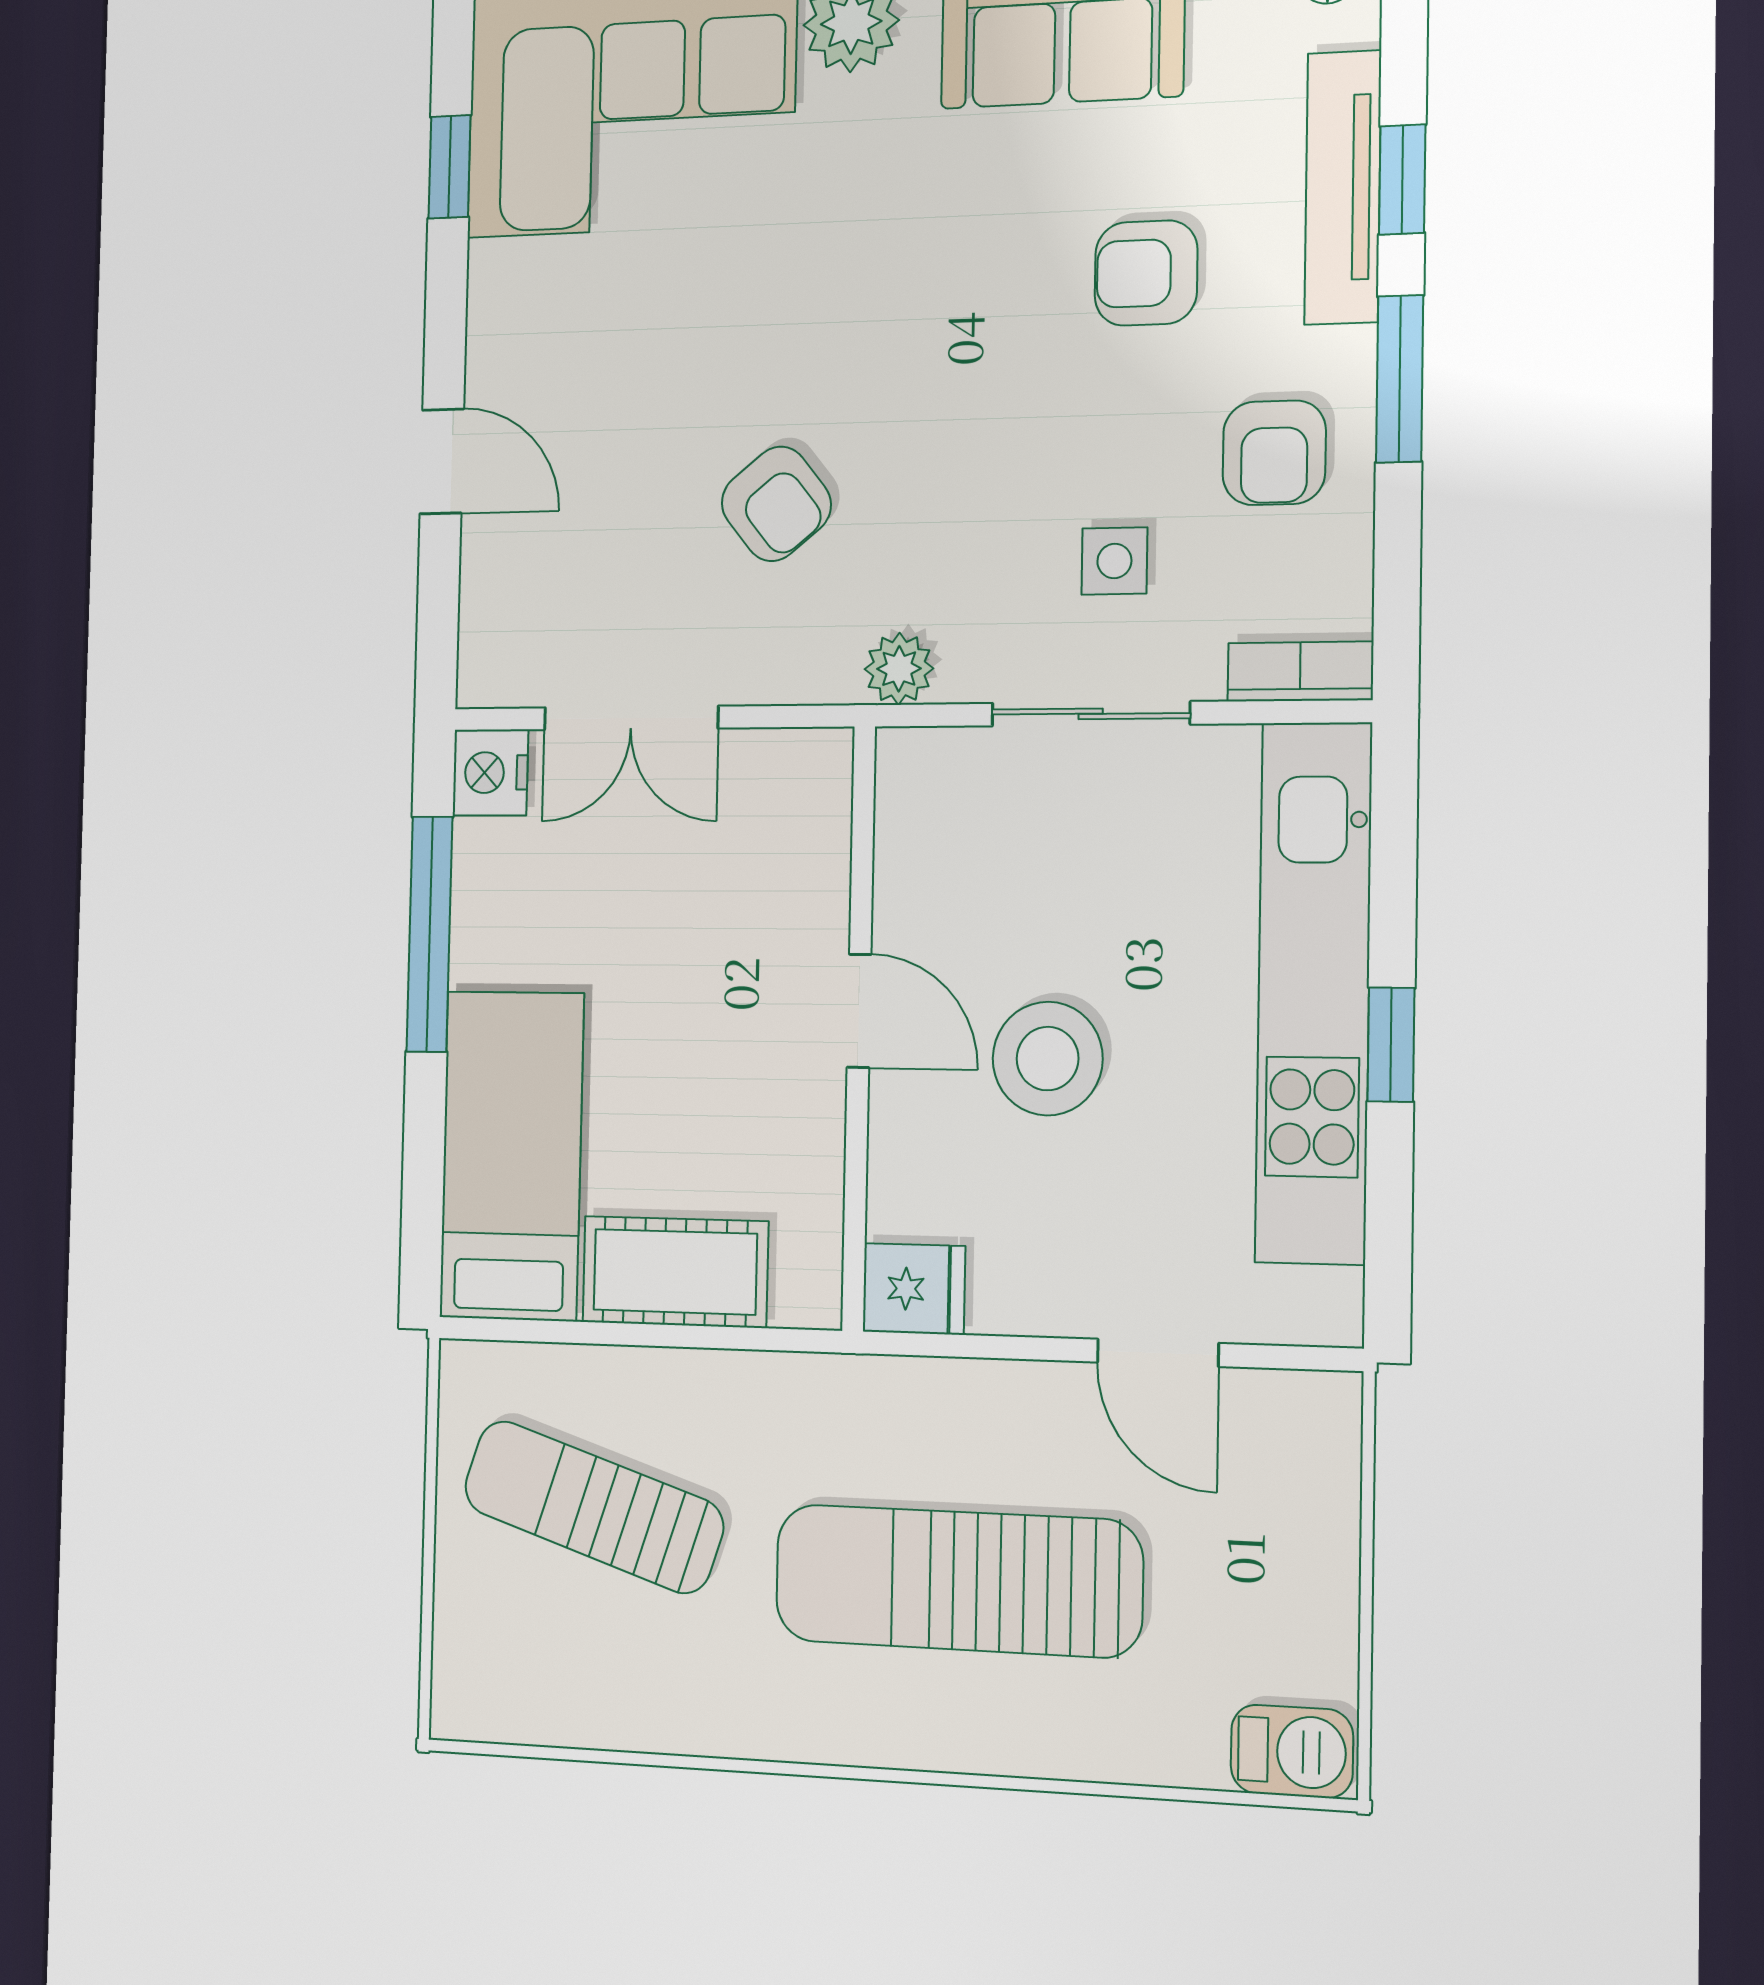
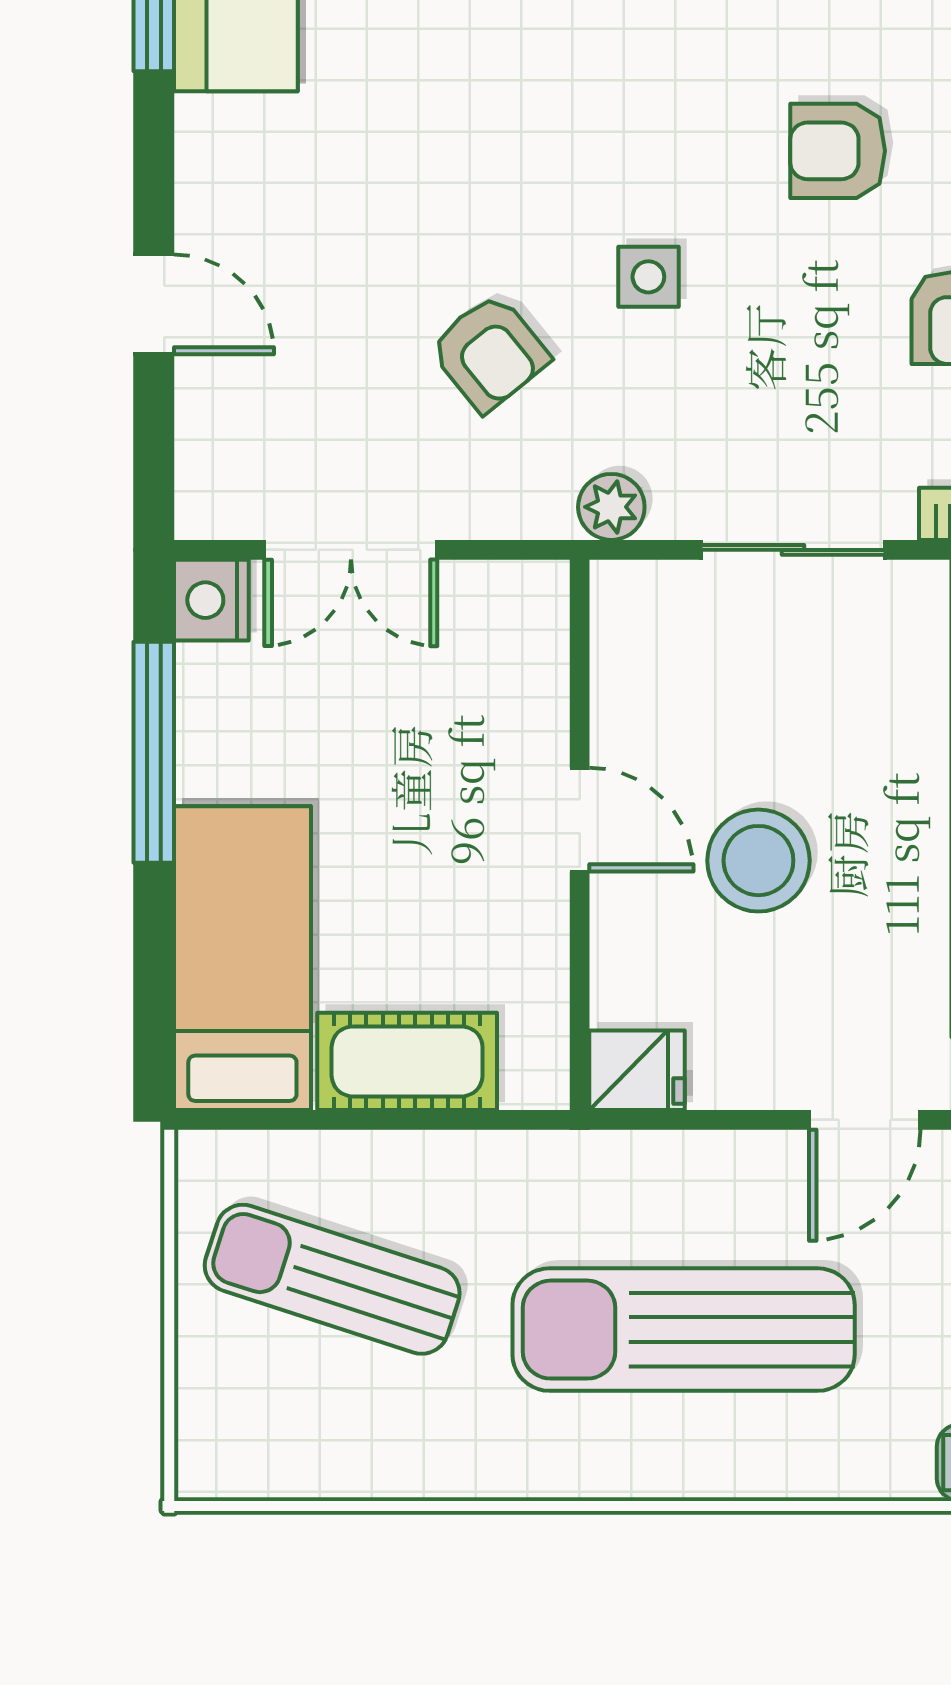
side table: (1114, 561) -> (648, 277), moved
door: (1158, 1353) -> (865, 1120), hinge flipped

